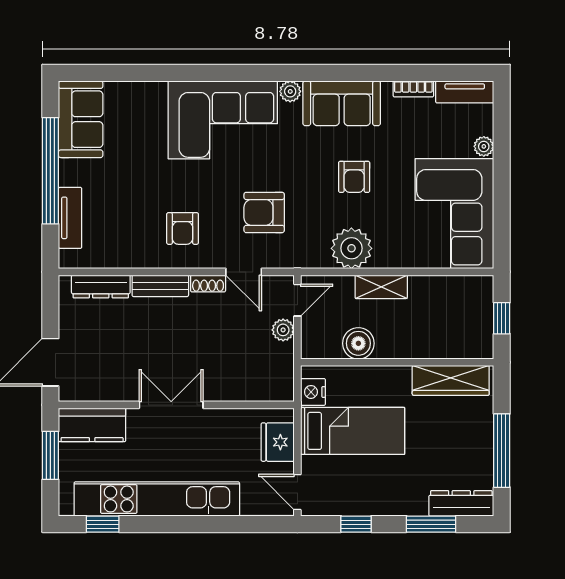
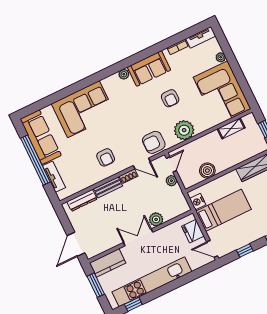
sofa: (81, 119) -> (41, 137), width x1.36
corner sofa: (223, 120) -> (83, 109), moved
armchair: (264, 212) -> (154, 142), moved
shelving: (381, 287) -> (231, 128), moved
plant: (220, 388) -> (156, 219), added

